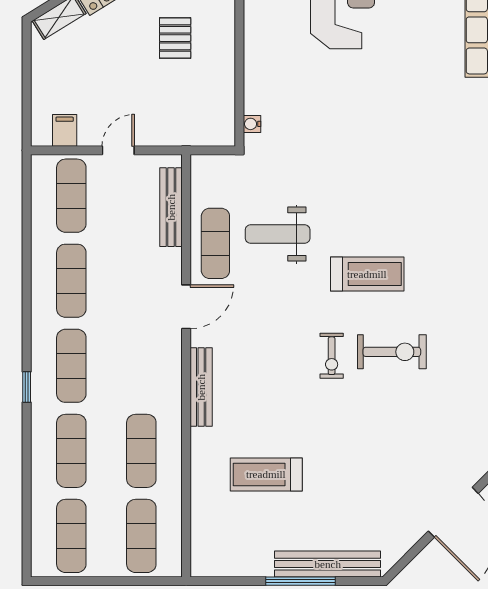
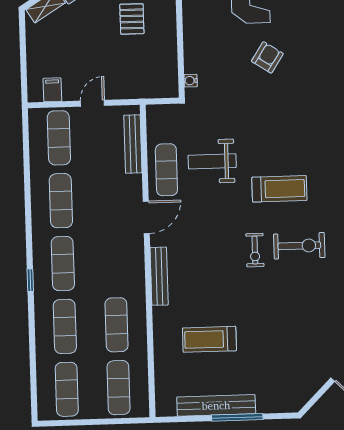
armchair: (357, 96) -> (267, 57), added
bench: (328, 564) -> (216, 405), moved

